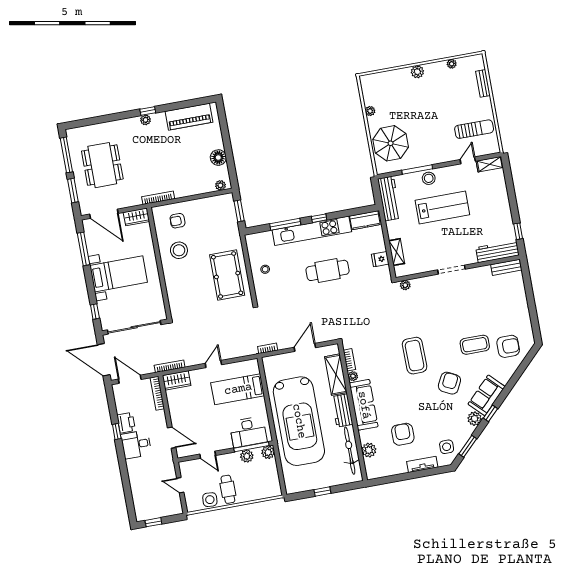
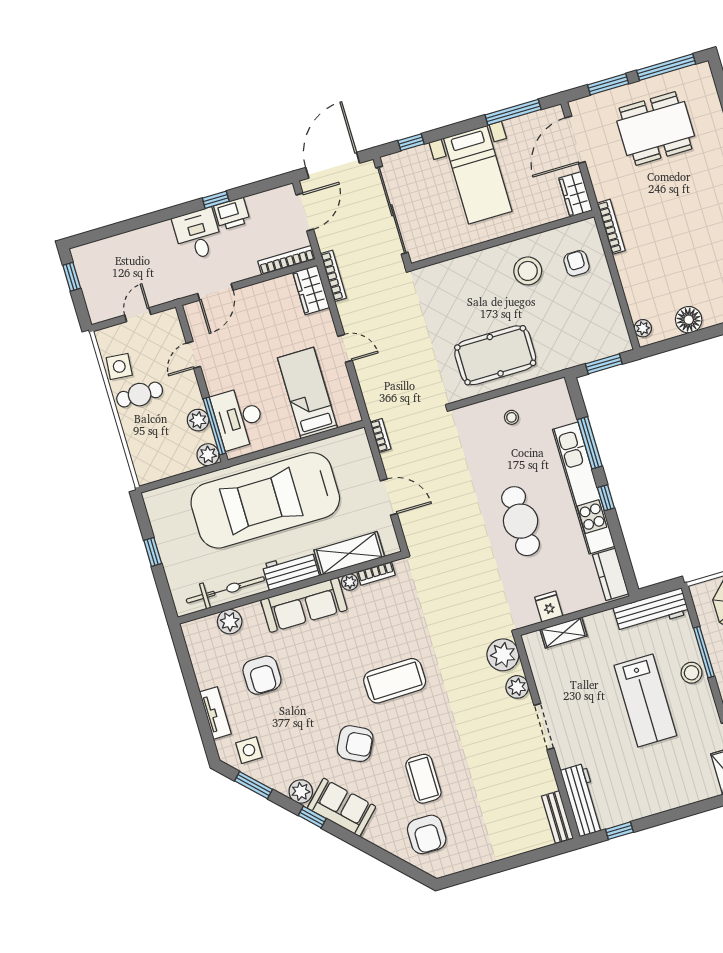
plant: (426, 283) -> (517, 687), added
plant: (405, 285) -> (503, 655), width x1.88, depth x1.88
armchair: (403, 434) -> (262, 675), turned 90

